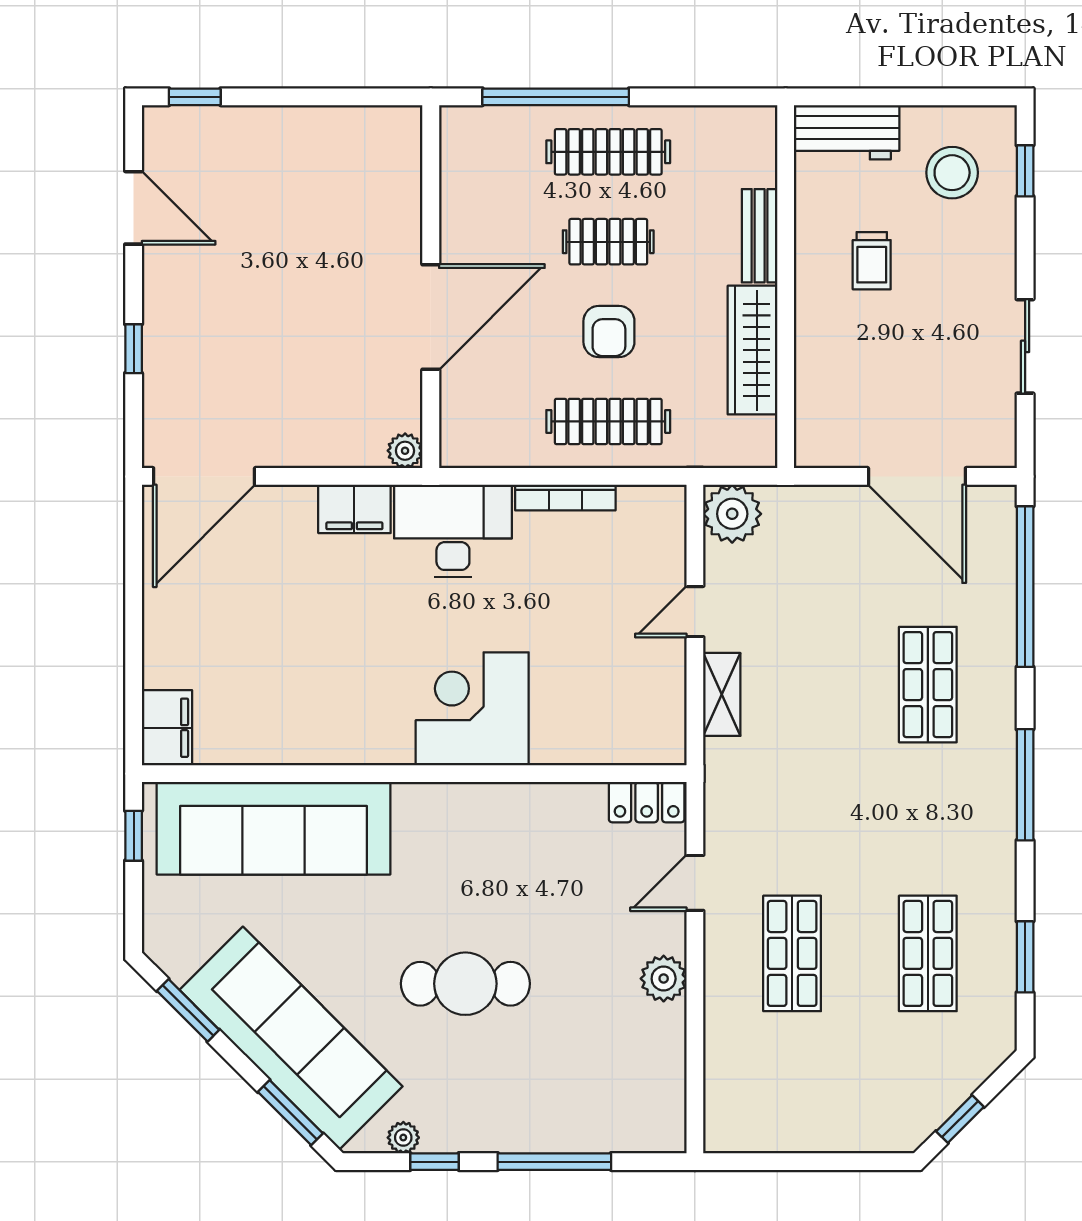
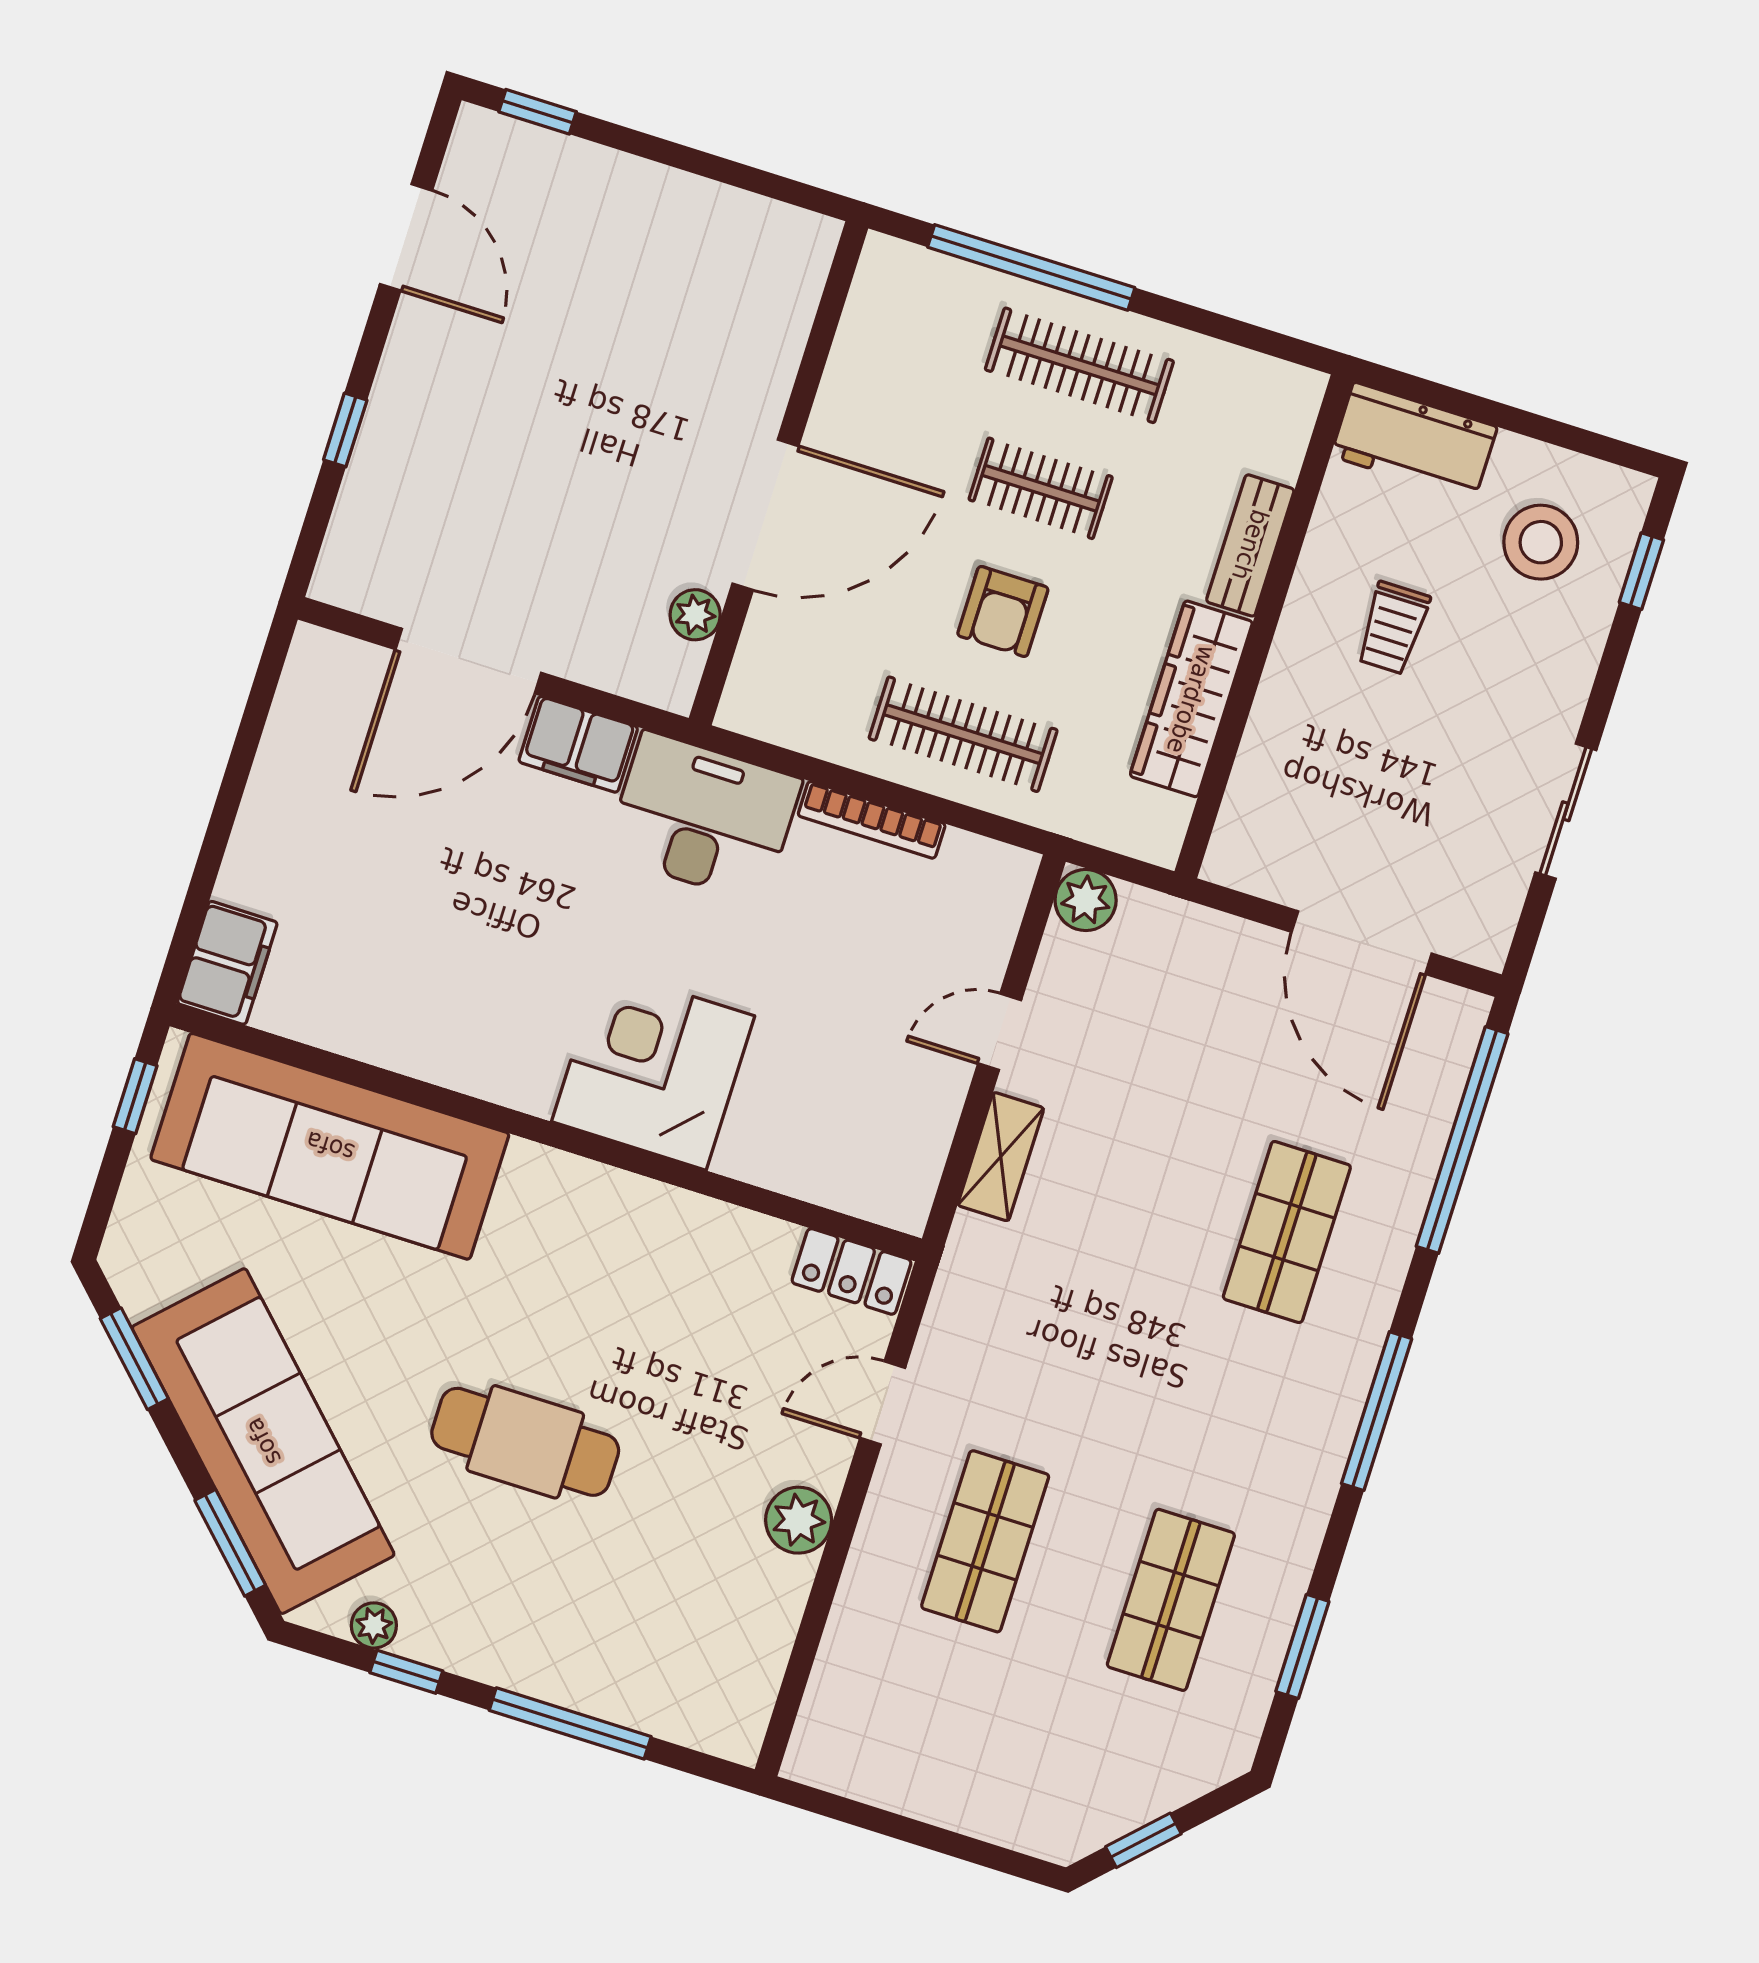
plant: (405, 451) -> (695, 615), moved
door: (204, 476) -> (468, 661), moved
plant: (732, 514) -> (1086, 900), width x0.73, depth x0.73

